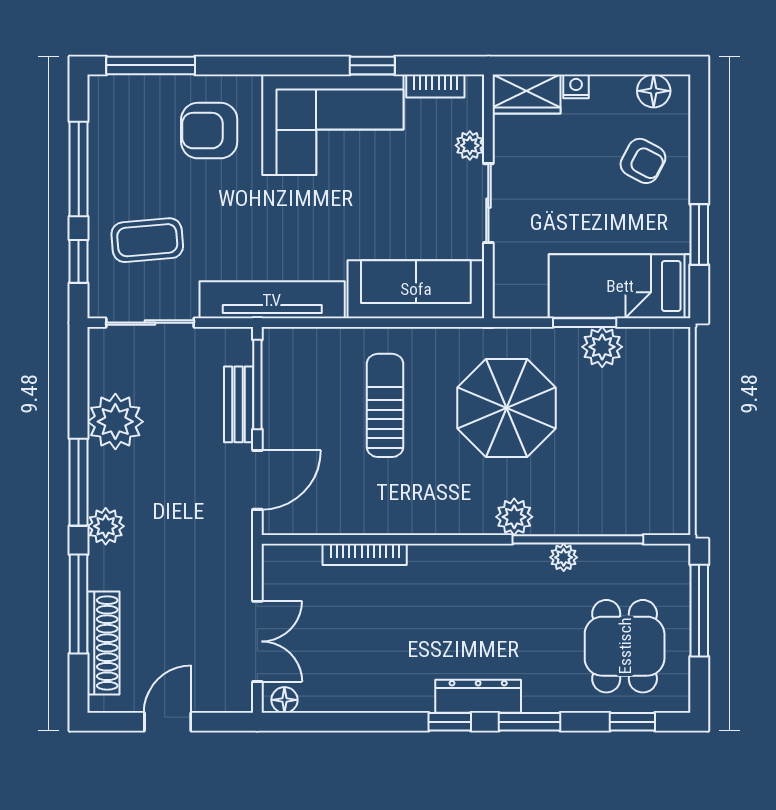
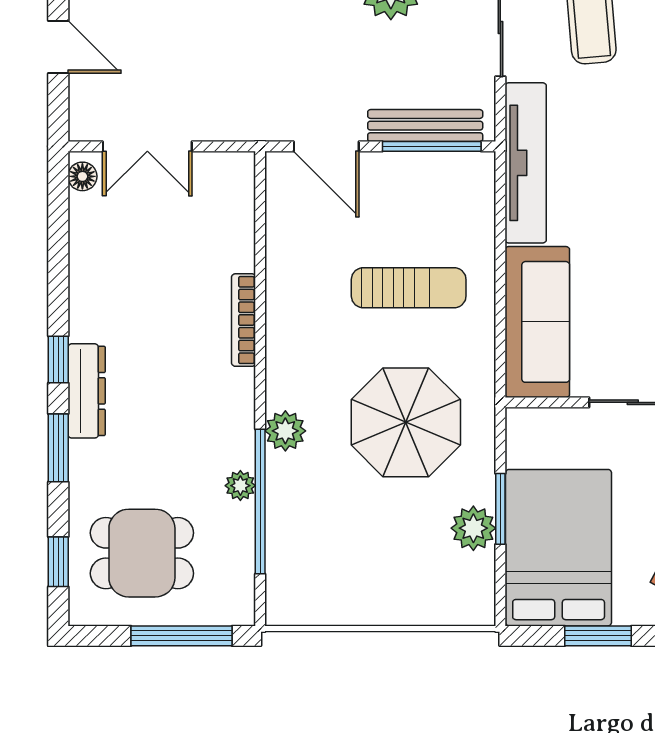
bed: (620, 286) -> (559, 548), width x1.50
bench: (239, 404) -> (425, 126), width x1.36
bookcase: (365, 554) -> (244, 320), moved

